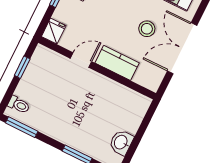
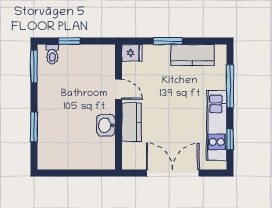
stool: (147, 29) -> (174, 134), removed
window: (22, 67) -> (69, 41), moved
washbasin: (121, 142) -> (106, 125), moved, turned -90

